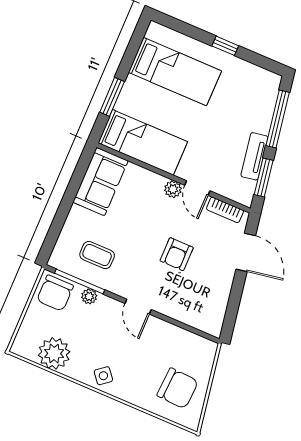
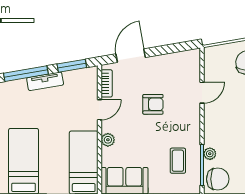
tv unit: (254, 156) -> (45, 81), moved
plant: (173, 189) -> (108, 140), moved
door: (138, 307) -> (202, 93), moved

